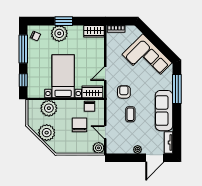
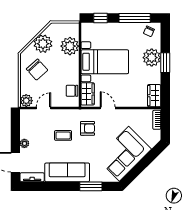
window: (177, 89) -> (91, 186), width x0.69
chair: (79, 125) -> (37, 70), moved, turned 48

